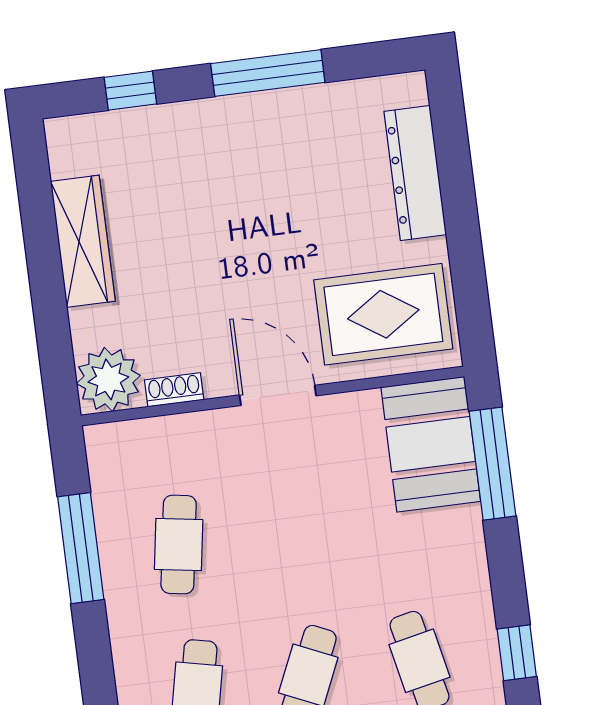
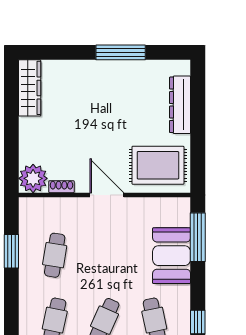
window: (130, 91) -> (59, 52), removed
wardrobe: (83, 241) -> (30, 88), moved
booth: (431, 444) -> (172, 256), moved
window: (81, 548) -> (11, 251), width x0.69

